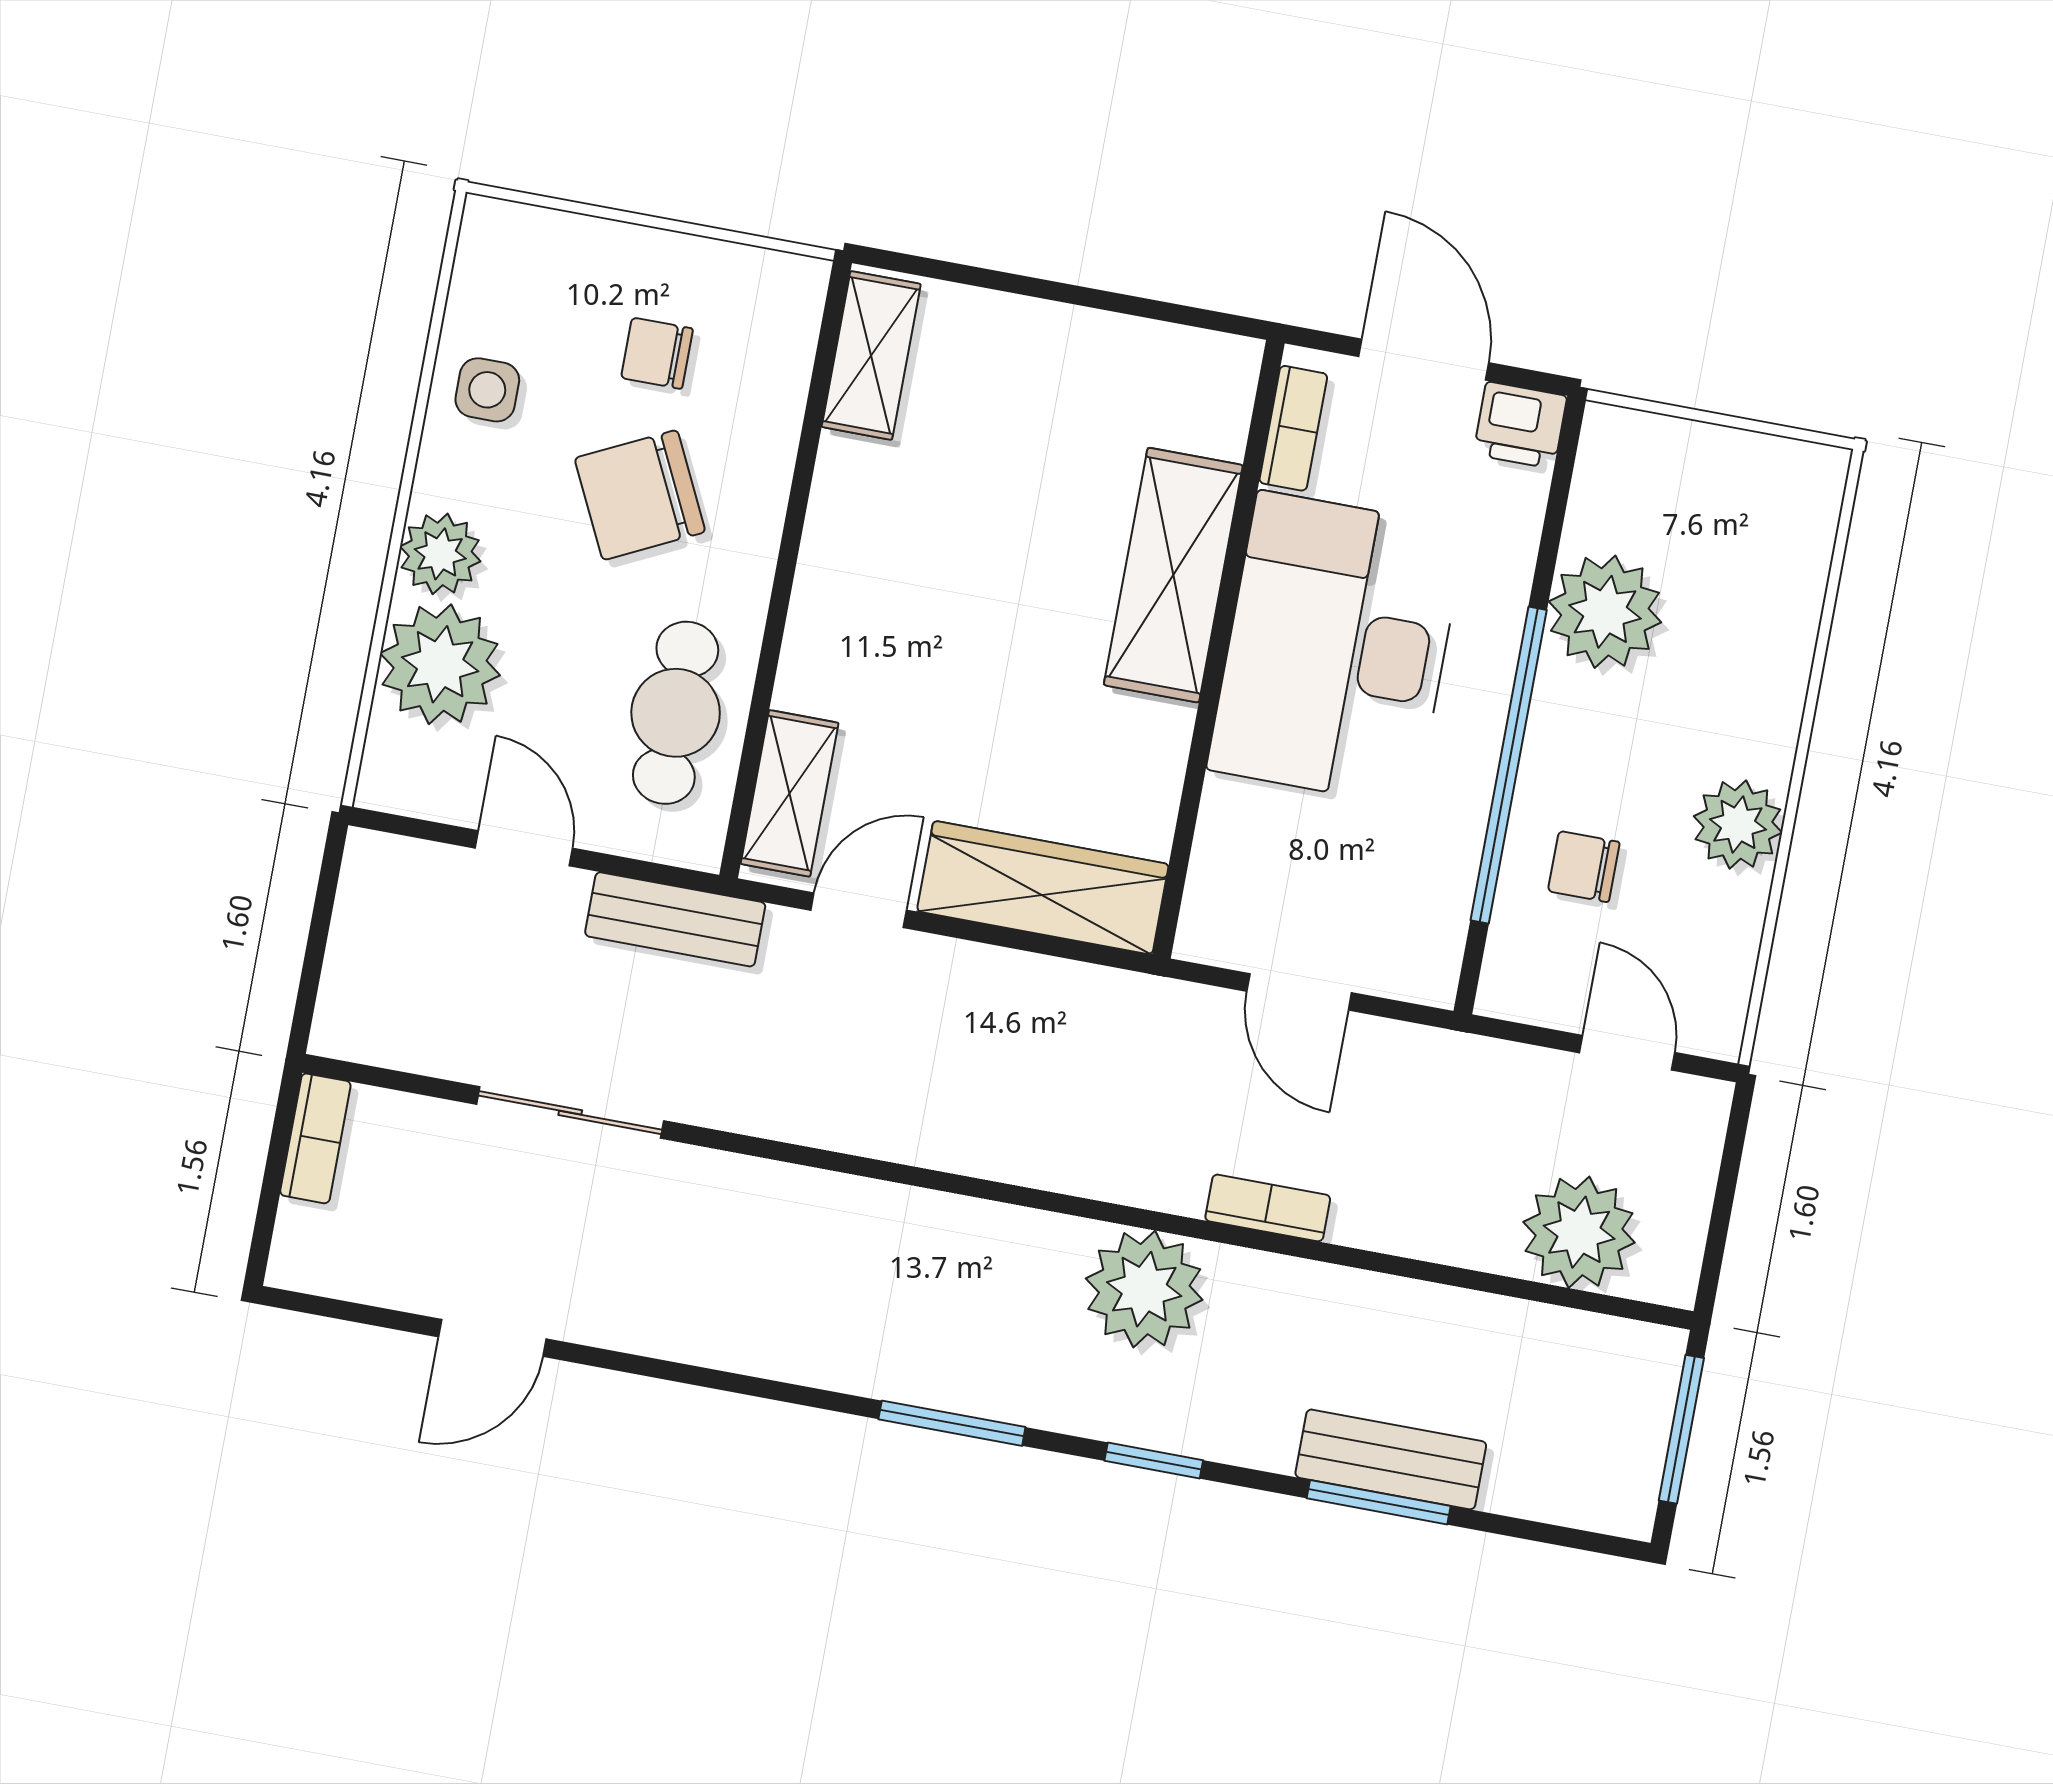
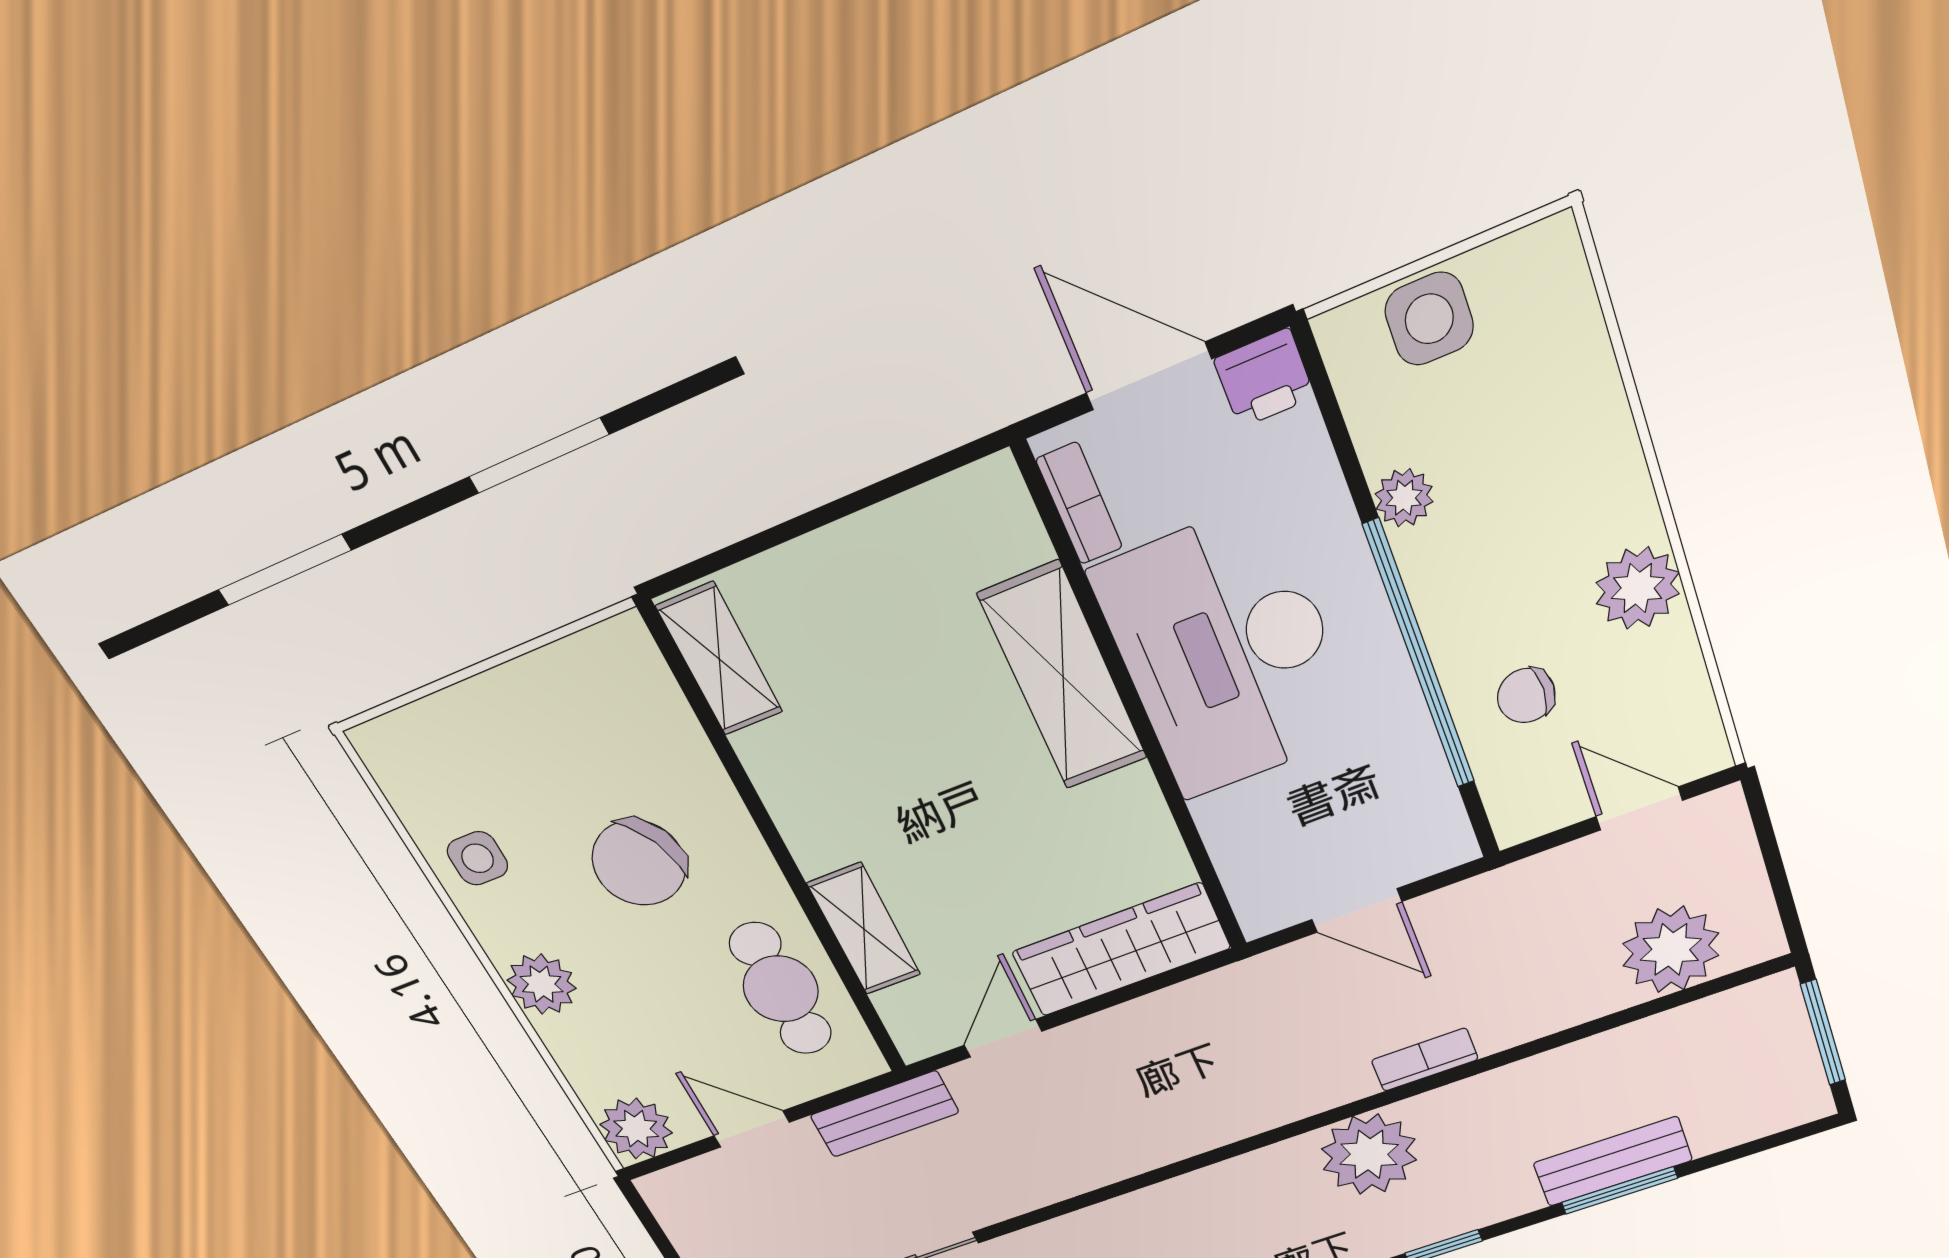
chair: (657, 353) -> (569, 758), removed
side table: (1687, 465) -> (1429, 319), added
plant: (1605, 612) -> (1404, 498), width x0.53, depth x0.53
plant: (440, 664) -> (636, 1129), moved, width x0.73, depth x0.73
shelving: (790, 793) -> (864, 929), moved

